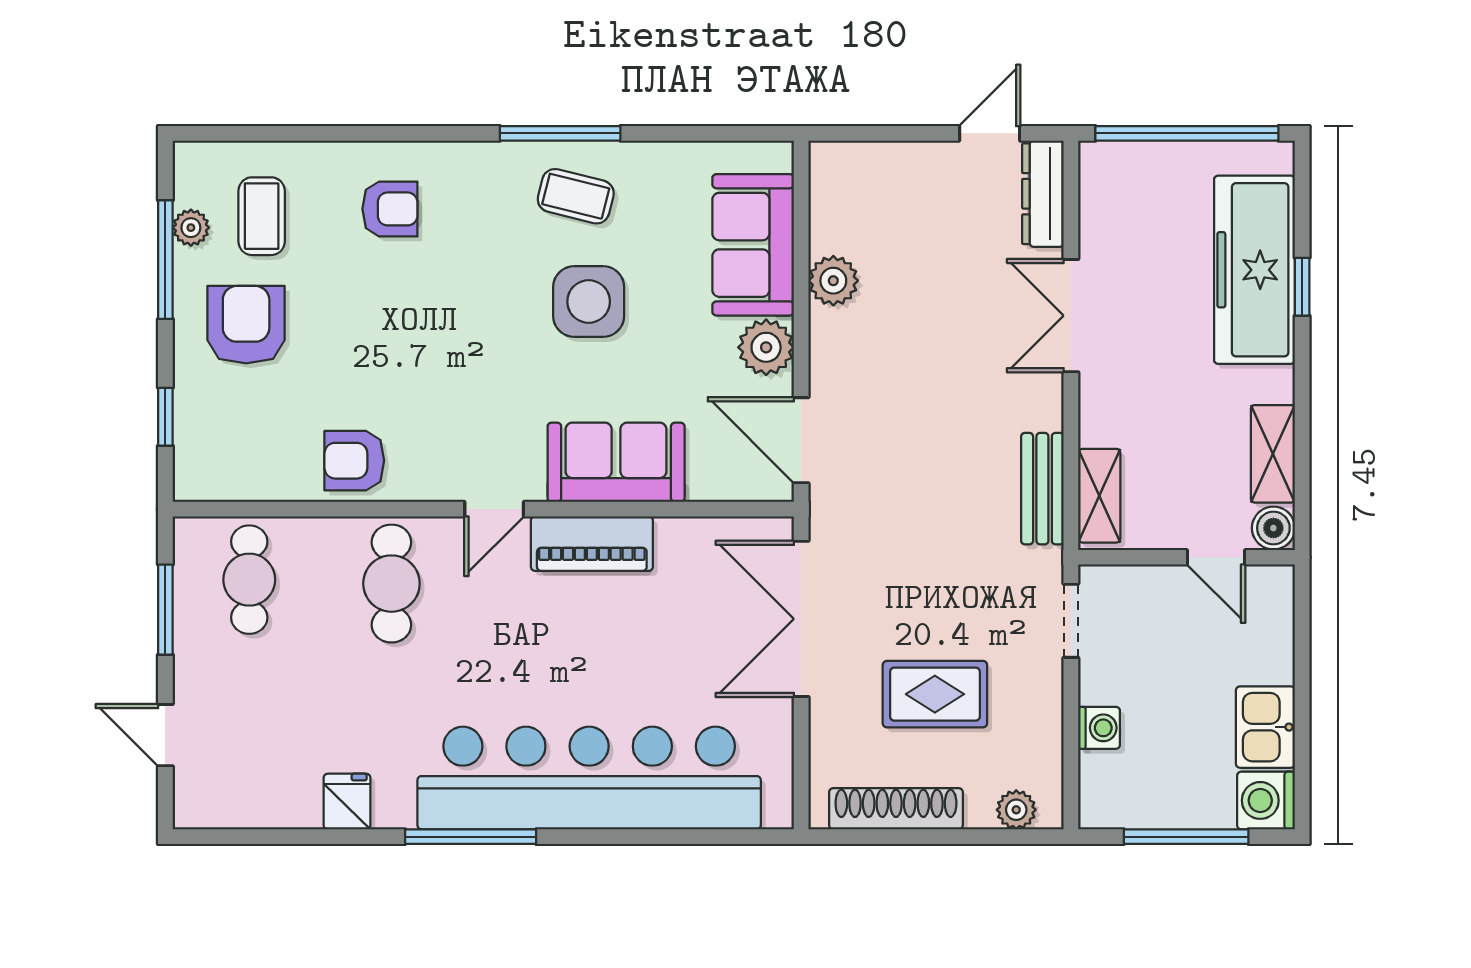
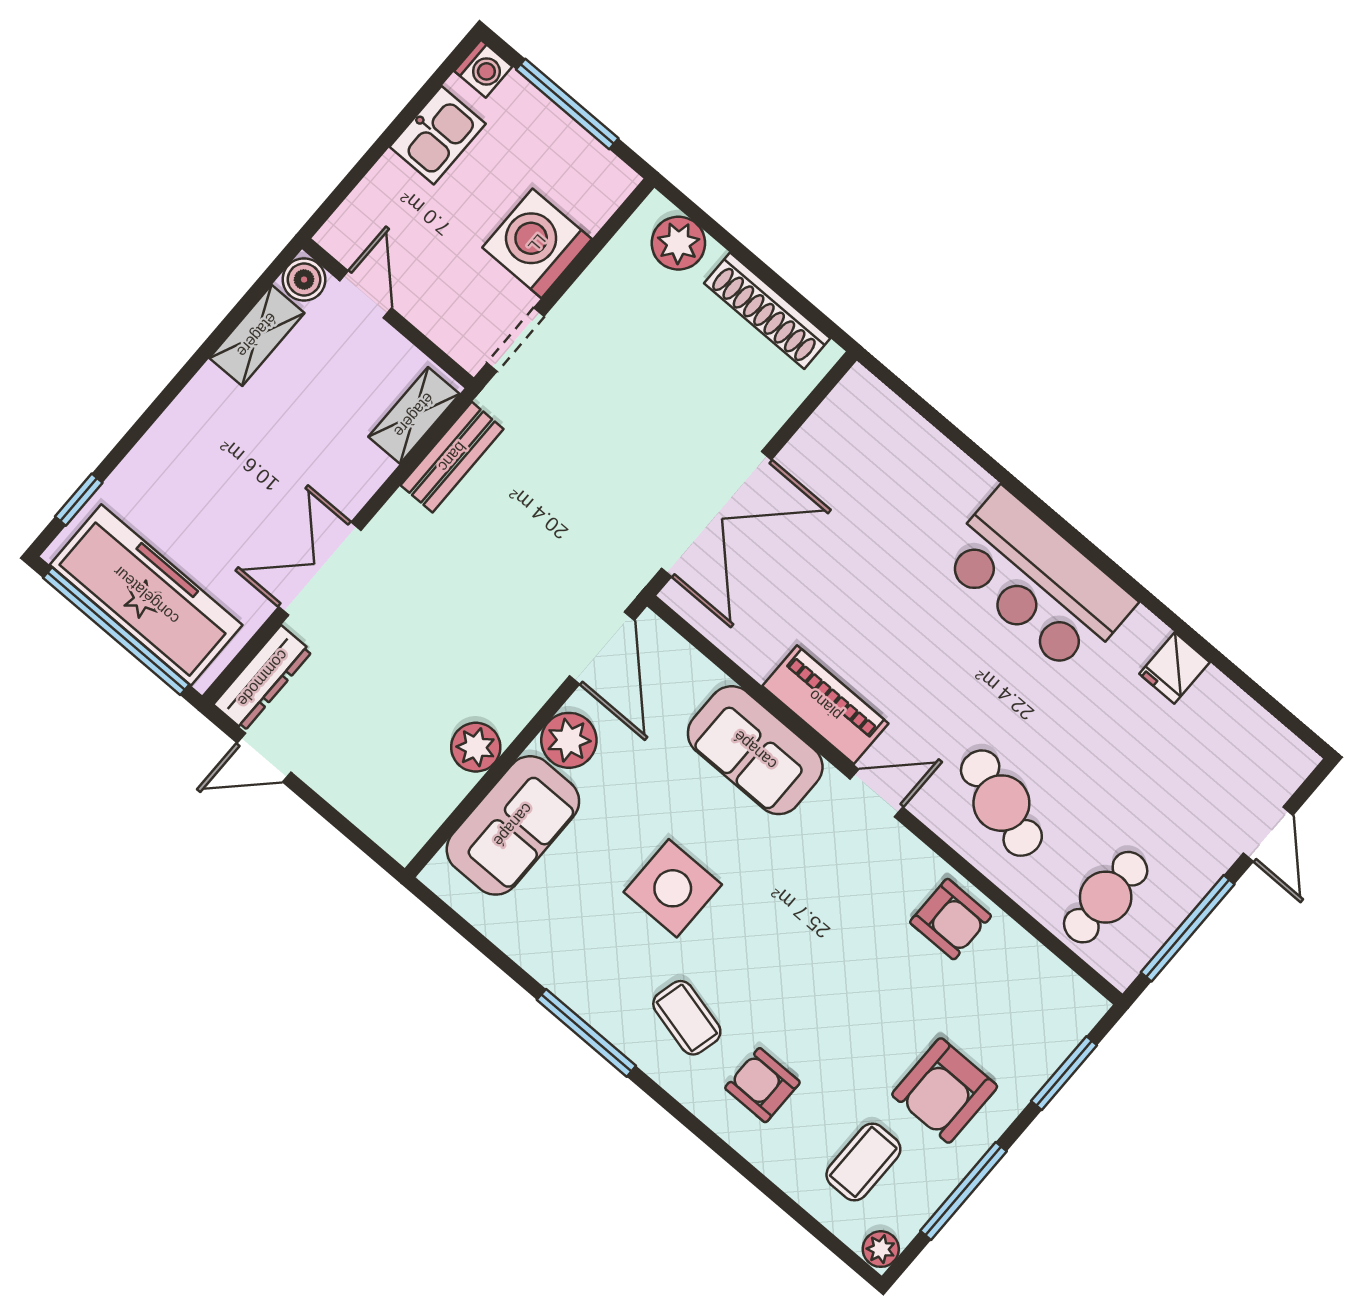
coffee table: (576, 196) -> (687, 1018), moved
plant: (191, 228) -> (881, 1249), moved
freezer: (1254, 270) -> (146, 595), moved, turned -90
window: (1302, 287) -> (79, 500), moved
double door: (1071, 316) -> (320, 569), swing flipped
window: (165, 417) -> (1064, 1073), width x1.50
cafe table: (391, 584) -> (1001, 803), turned -72
window: (165, 610) -> (1188, 928), width x1.44
rug: (935, 694) -> (664, 372), removed
washing machine: (1099, 728) -> (537, 243), width x1.89, depth x1.89
bar counter: (589, 778) -> (1037, 581), width x0.54
washing machine: (1266, 800) -> (483, 69), width x0.73, depth x0.73
plant: (1016, 810) -> (678, 243), width x1.38, depth x1.38
window: (471, 837) -> (1104, 562), removed

